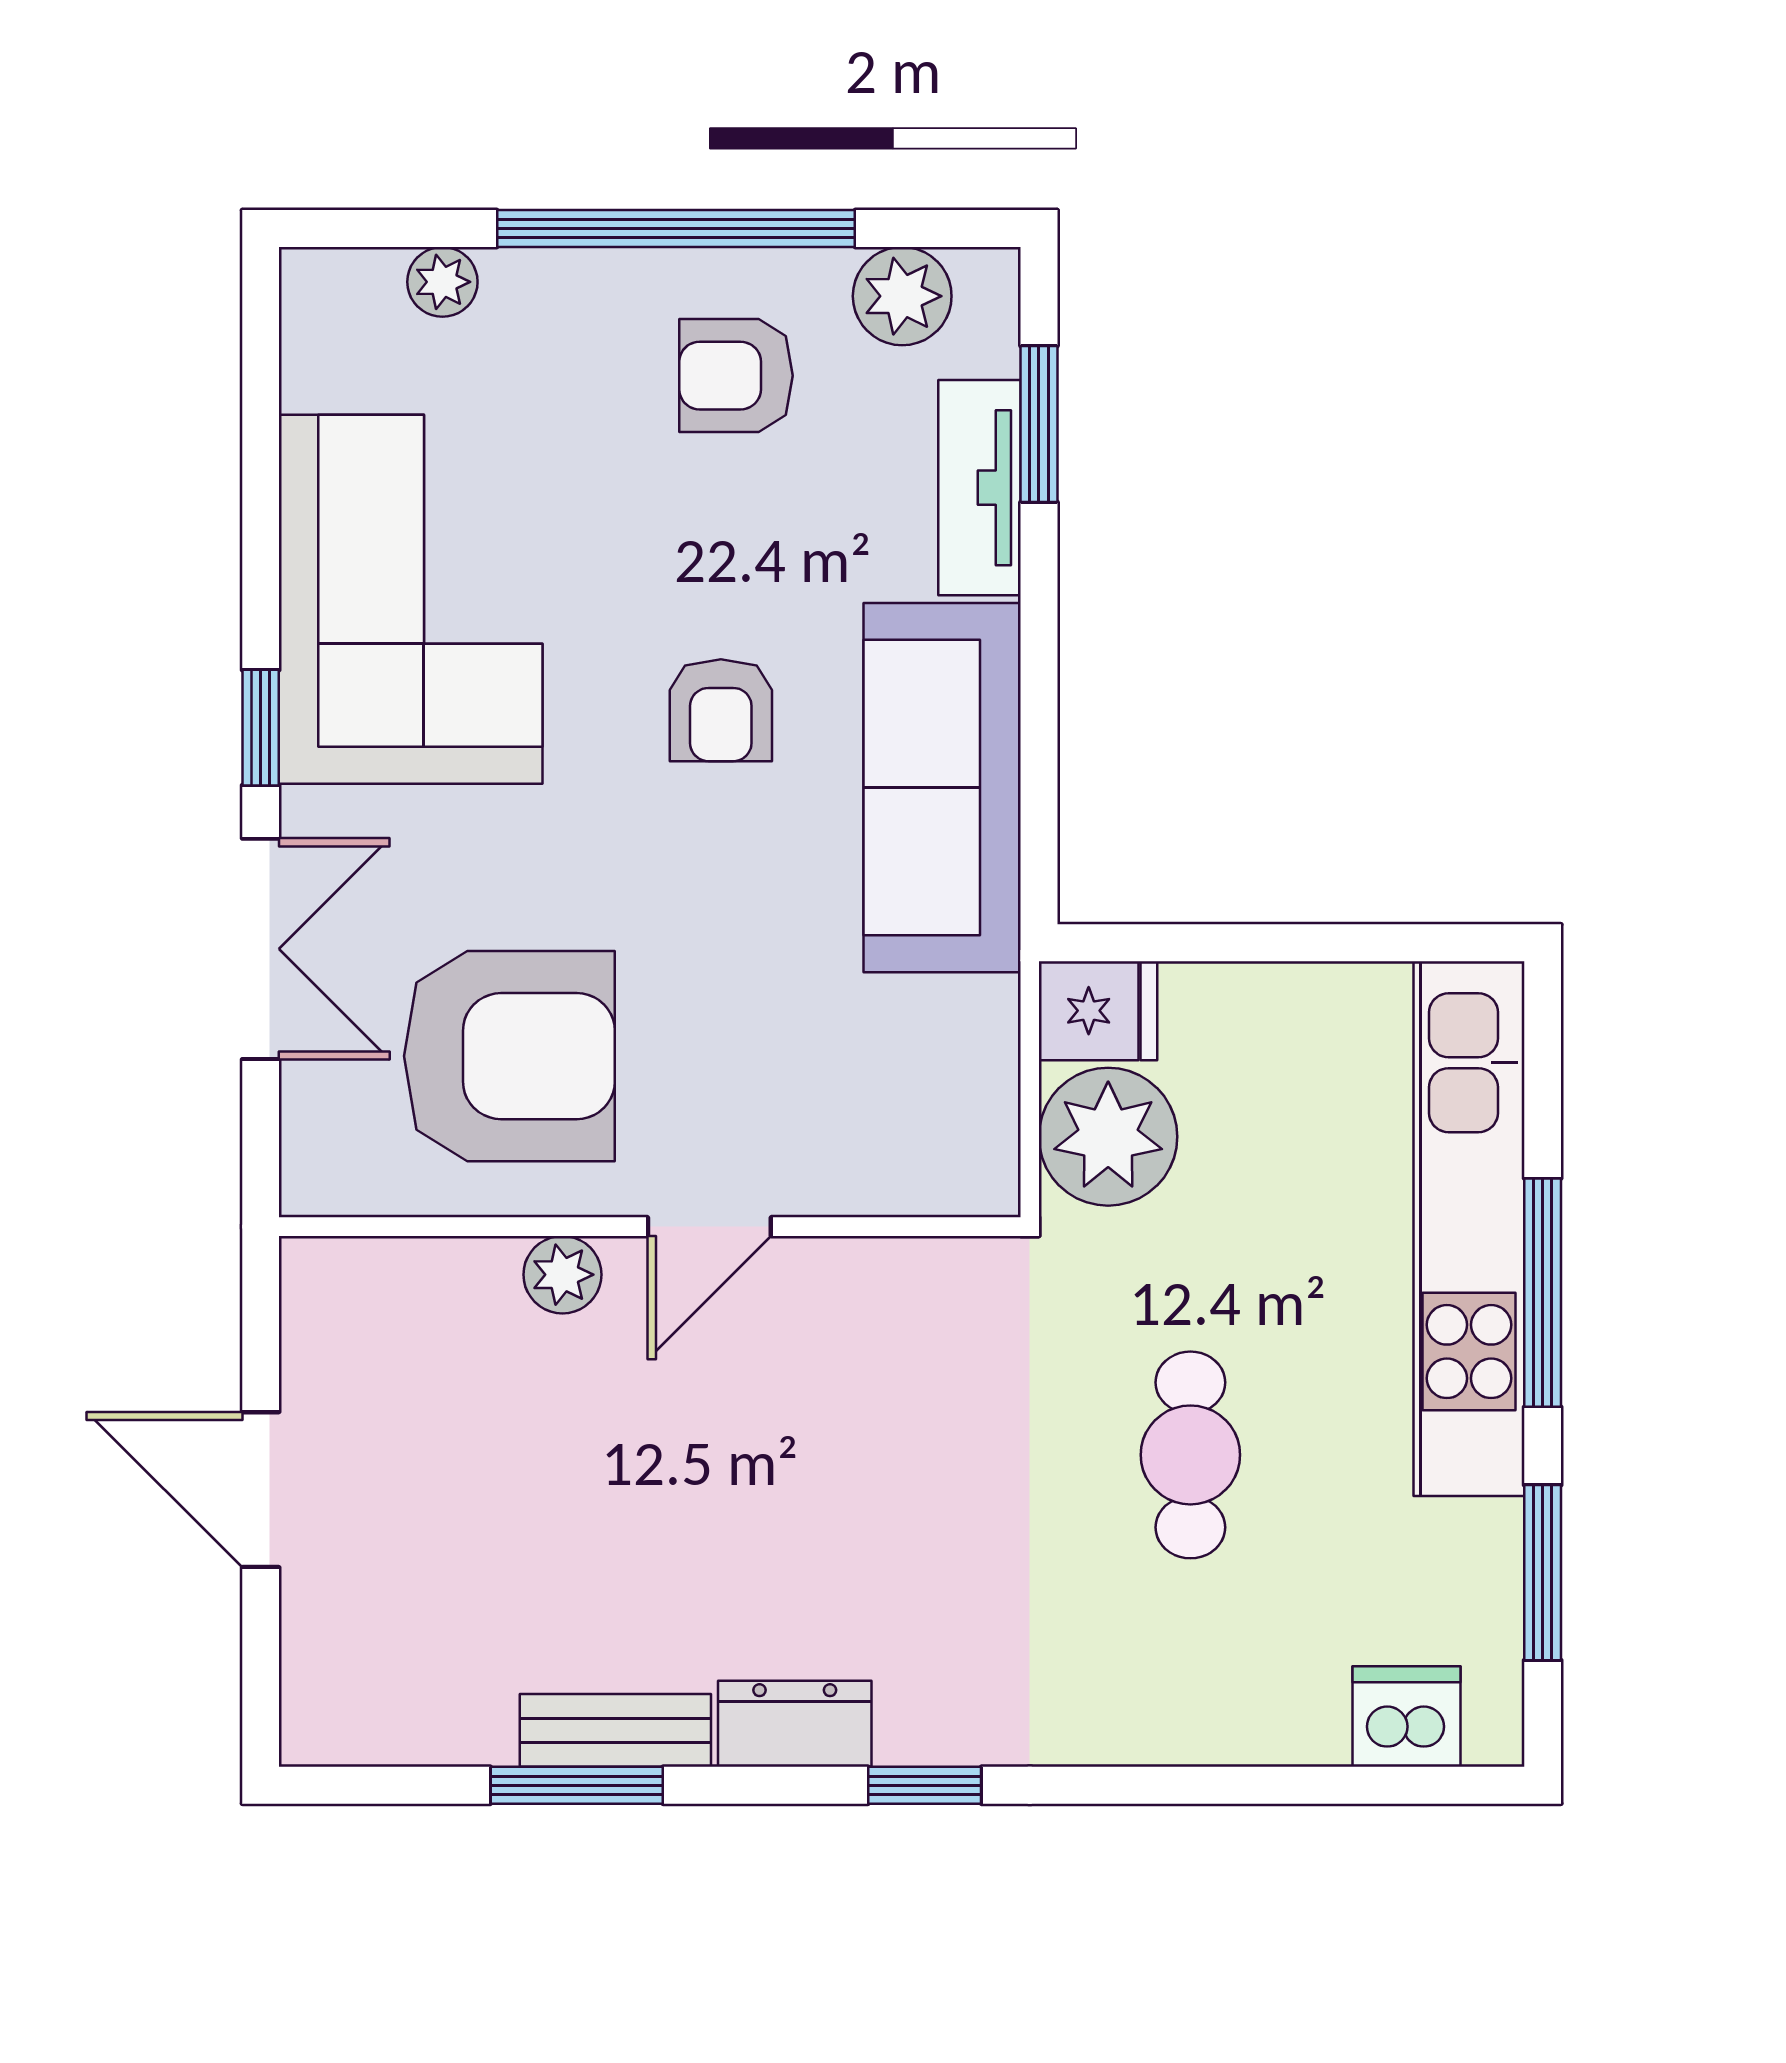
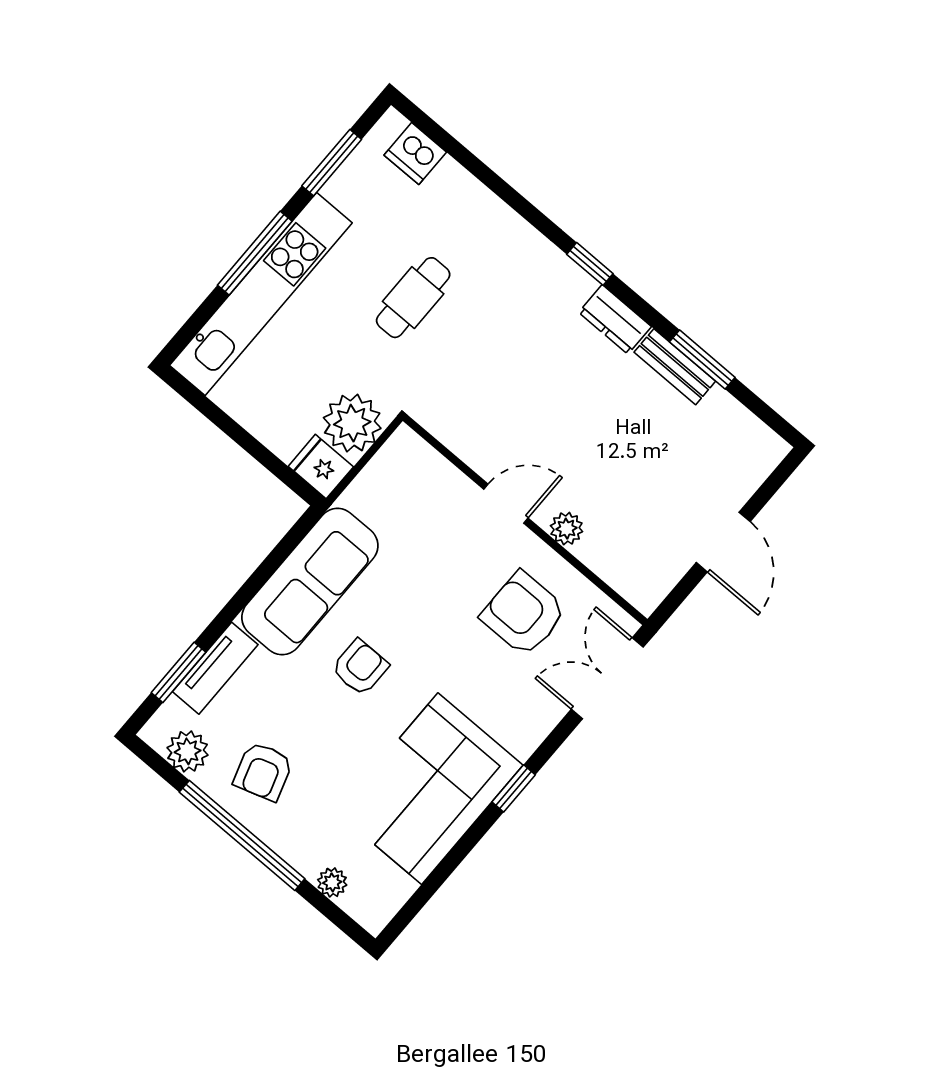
armchair: (736, 376) -> (263, 771), turned 72
double door: (261, 949) -> (607, 678), moved
armchair: (509, 1056) -> (524, 614), width x0.73, depth x0.73

